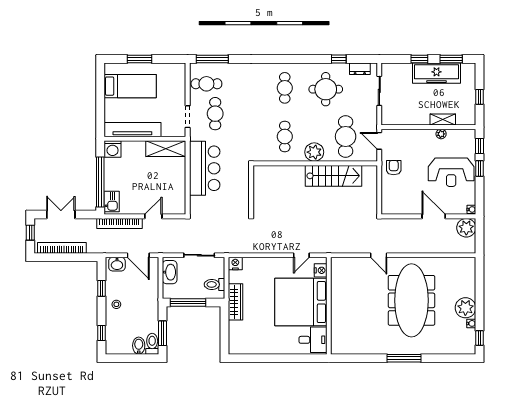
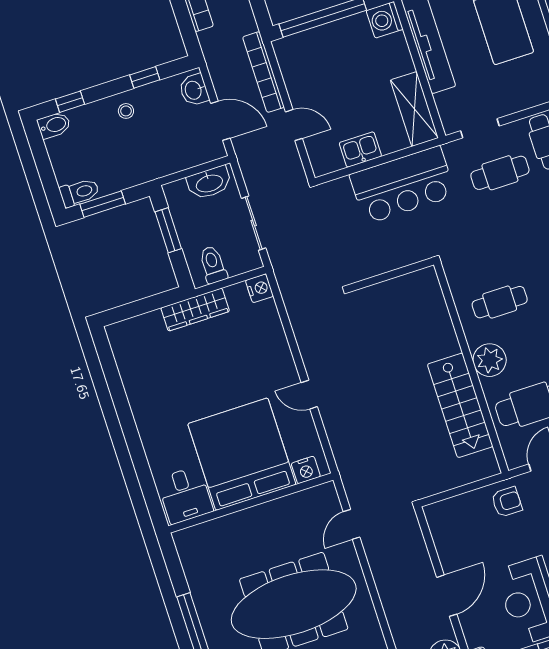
kitchen sink: (112, 202) -> (360, 150), moved, turned 180
door: (138, 255) -> (220, 121), swing flipped
nightstand: (321, 270) -> (306, 470), moved
window: (188, 302) -> (168, 230), width x0.69
bed: (301, 302) -> (242, 454), moved
wall: (329, 306) -> (251, 503), moved
desk: (313, 340) -> (185, 495), moved
bidet: (139, 346) -> (54, 125), moved

